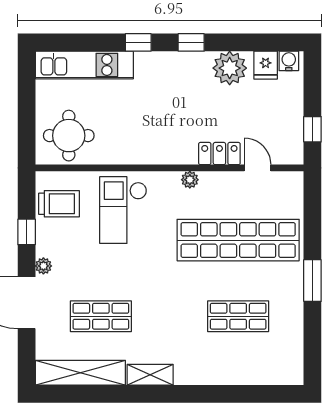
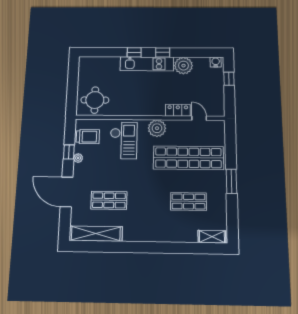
kitchen unit: (84, 65) -> (147, 64), moved
fridge: (266, 65) -> (203, 64), removed
window: (312, 129) -> (229, 79), moved
plant: (190, 180) -> (157, 128), width x1.88, depth x1.88
checkout: (123, 210) -> (124, 140), turned 180
plant: (43, 266) -> (78, 158), moved
shelving: (150, 375) -> (212, 237), moved

